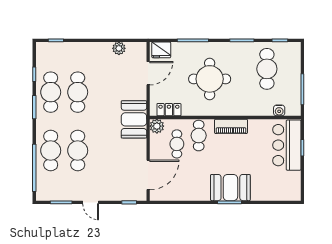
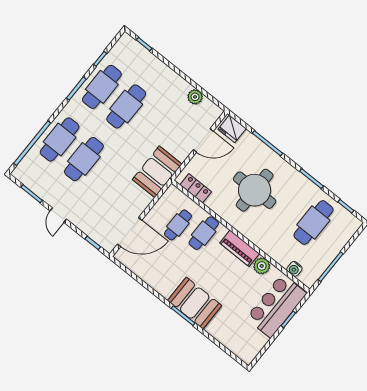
plant: (157, 126) -> (262, 266), moved

